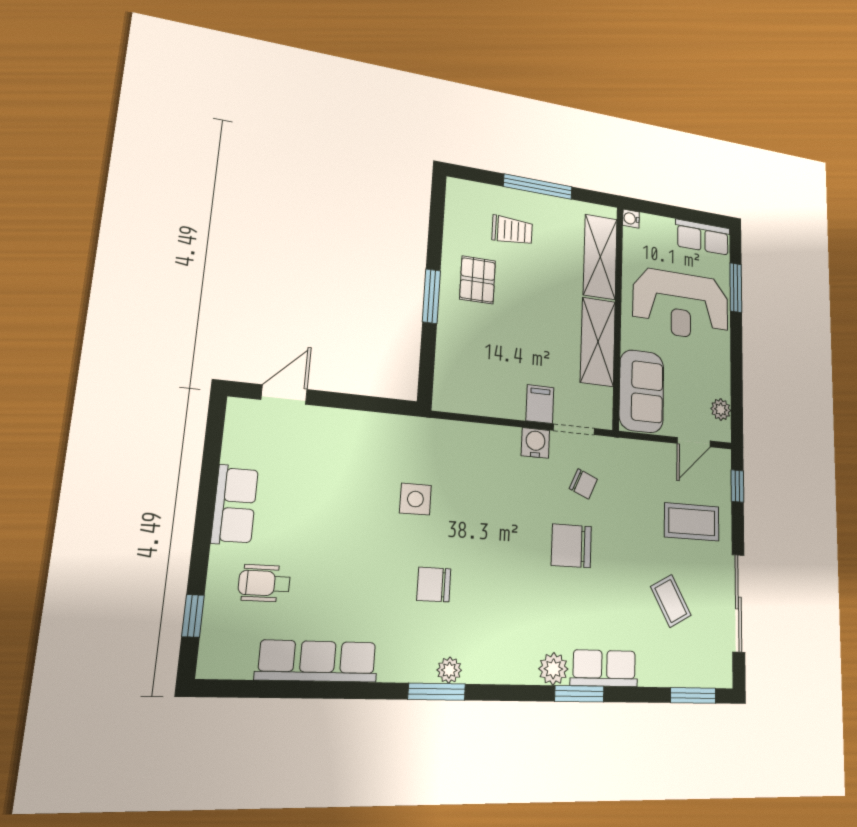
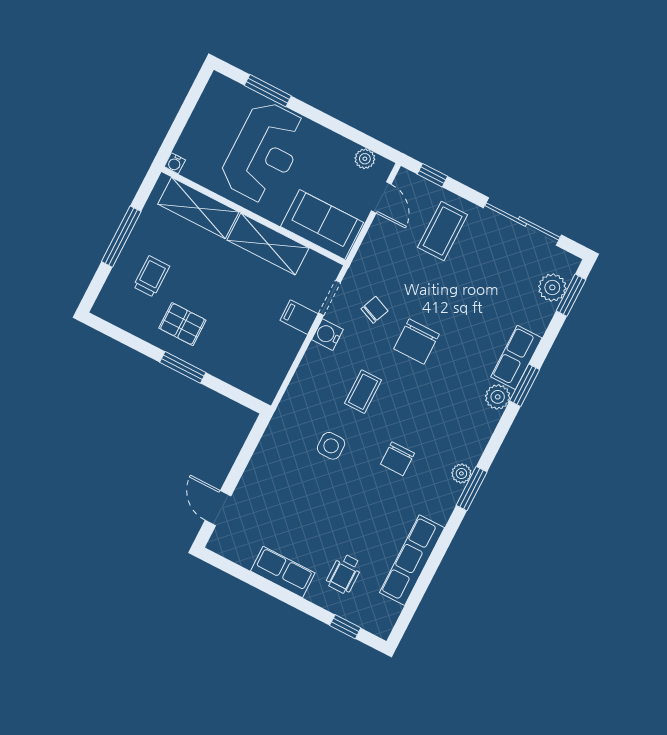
row of seats: (703, 237) -> (213, 101), removed
coffee table: (671, 601) -> (363, 392), moved, turned -61
plant: (691, 670) -> (552, 287), added

